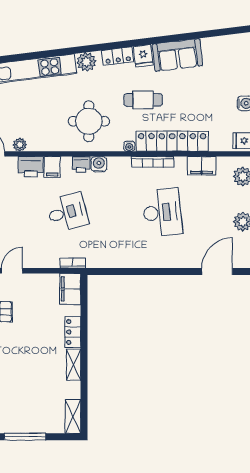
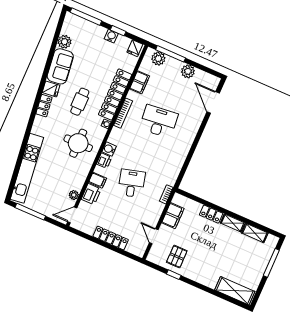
plant: (86, 62) -> (64, 42), moved
filing cabinet: (70, 289) -> (173, 216), moved, turned -90
shelving: (73, 416) -> (255, 233), moved
window: (25, 437) -> (271, 263), moved

